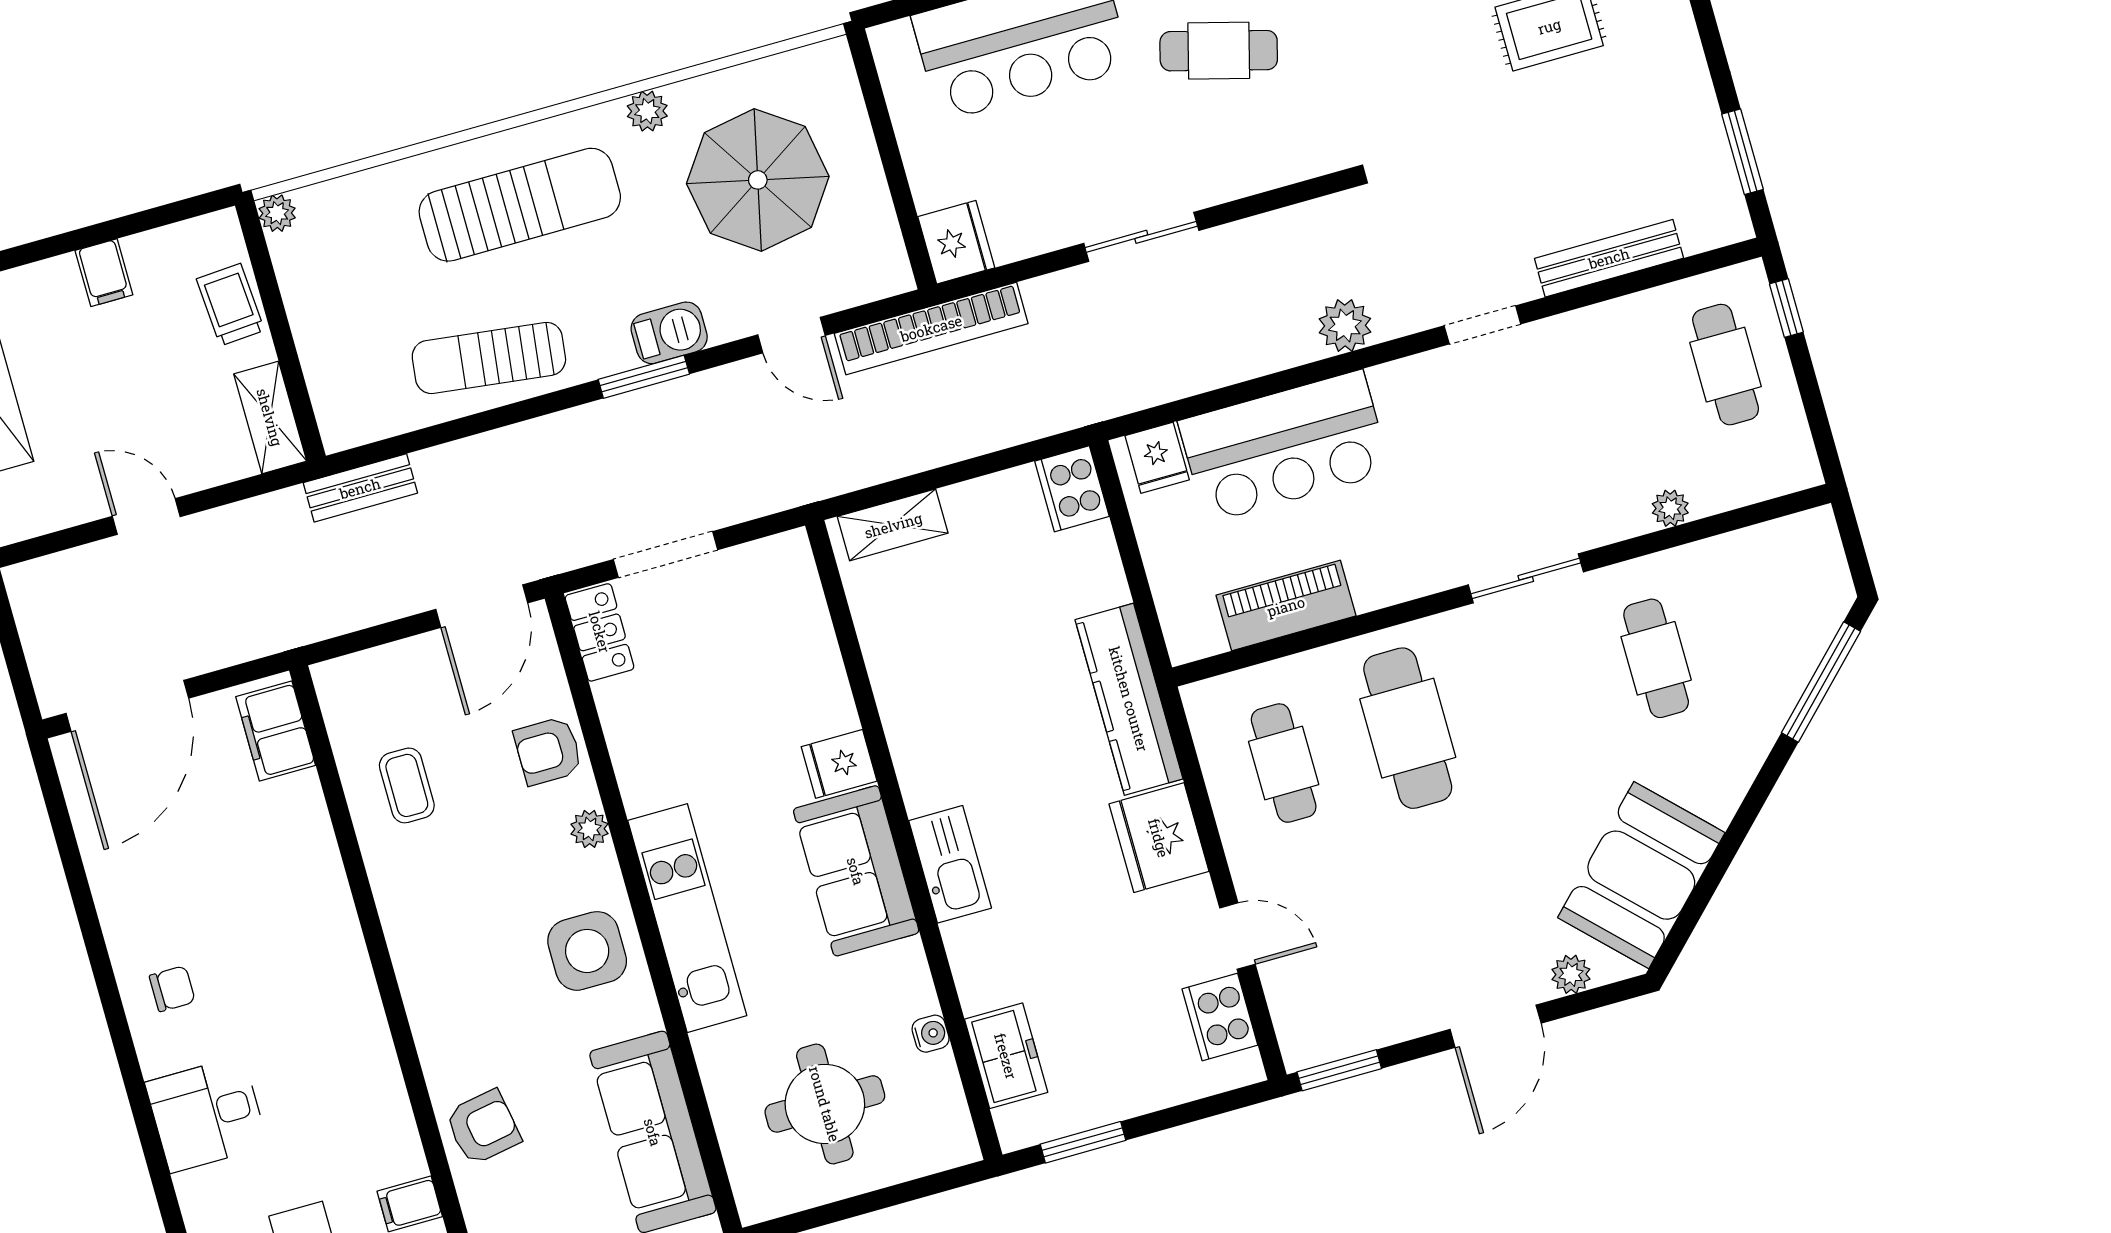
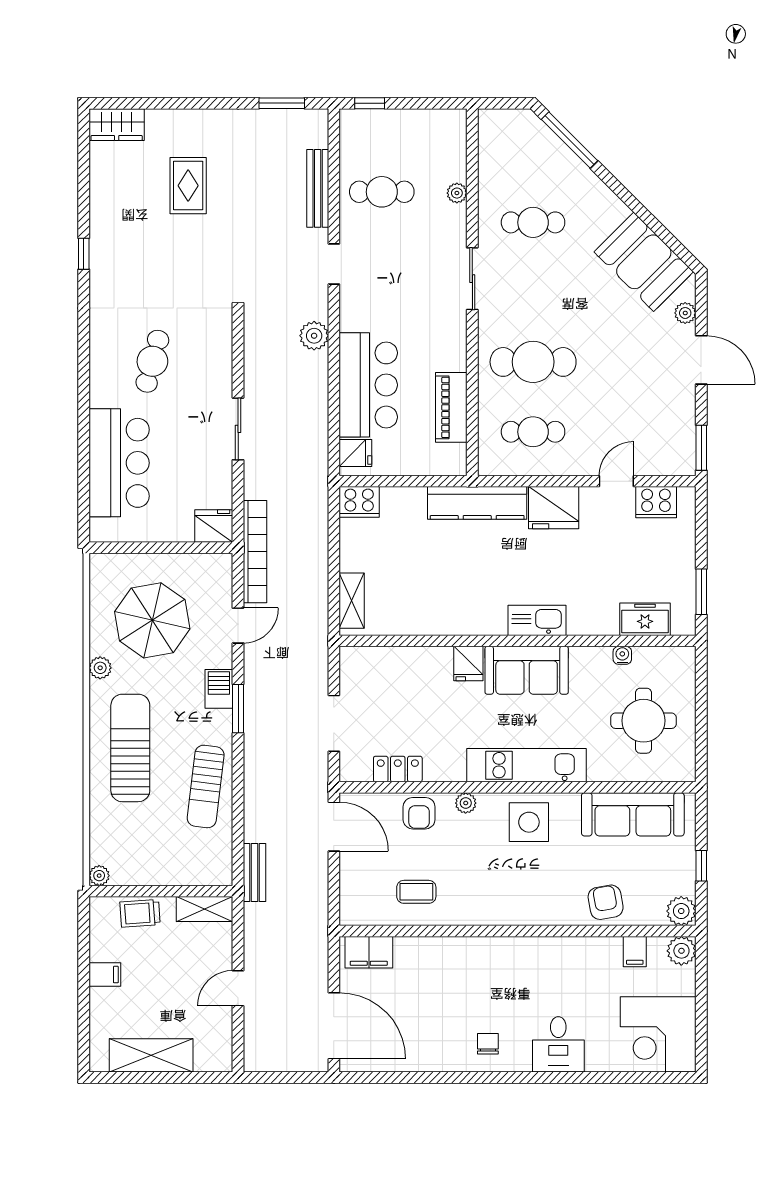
cafe table: (1726, 365) -> (382, 192), moved
locker: (600, 632) -> (398, 769), moved

